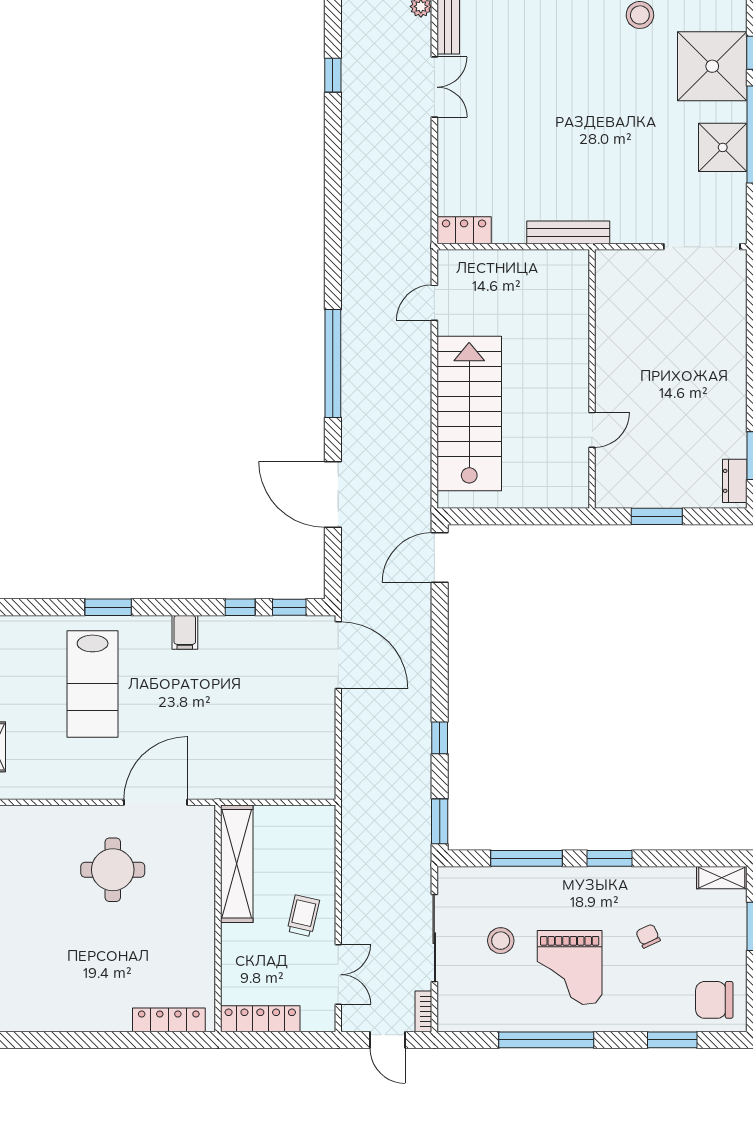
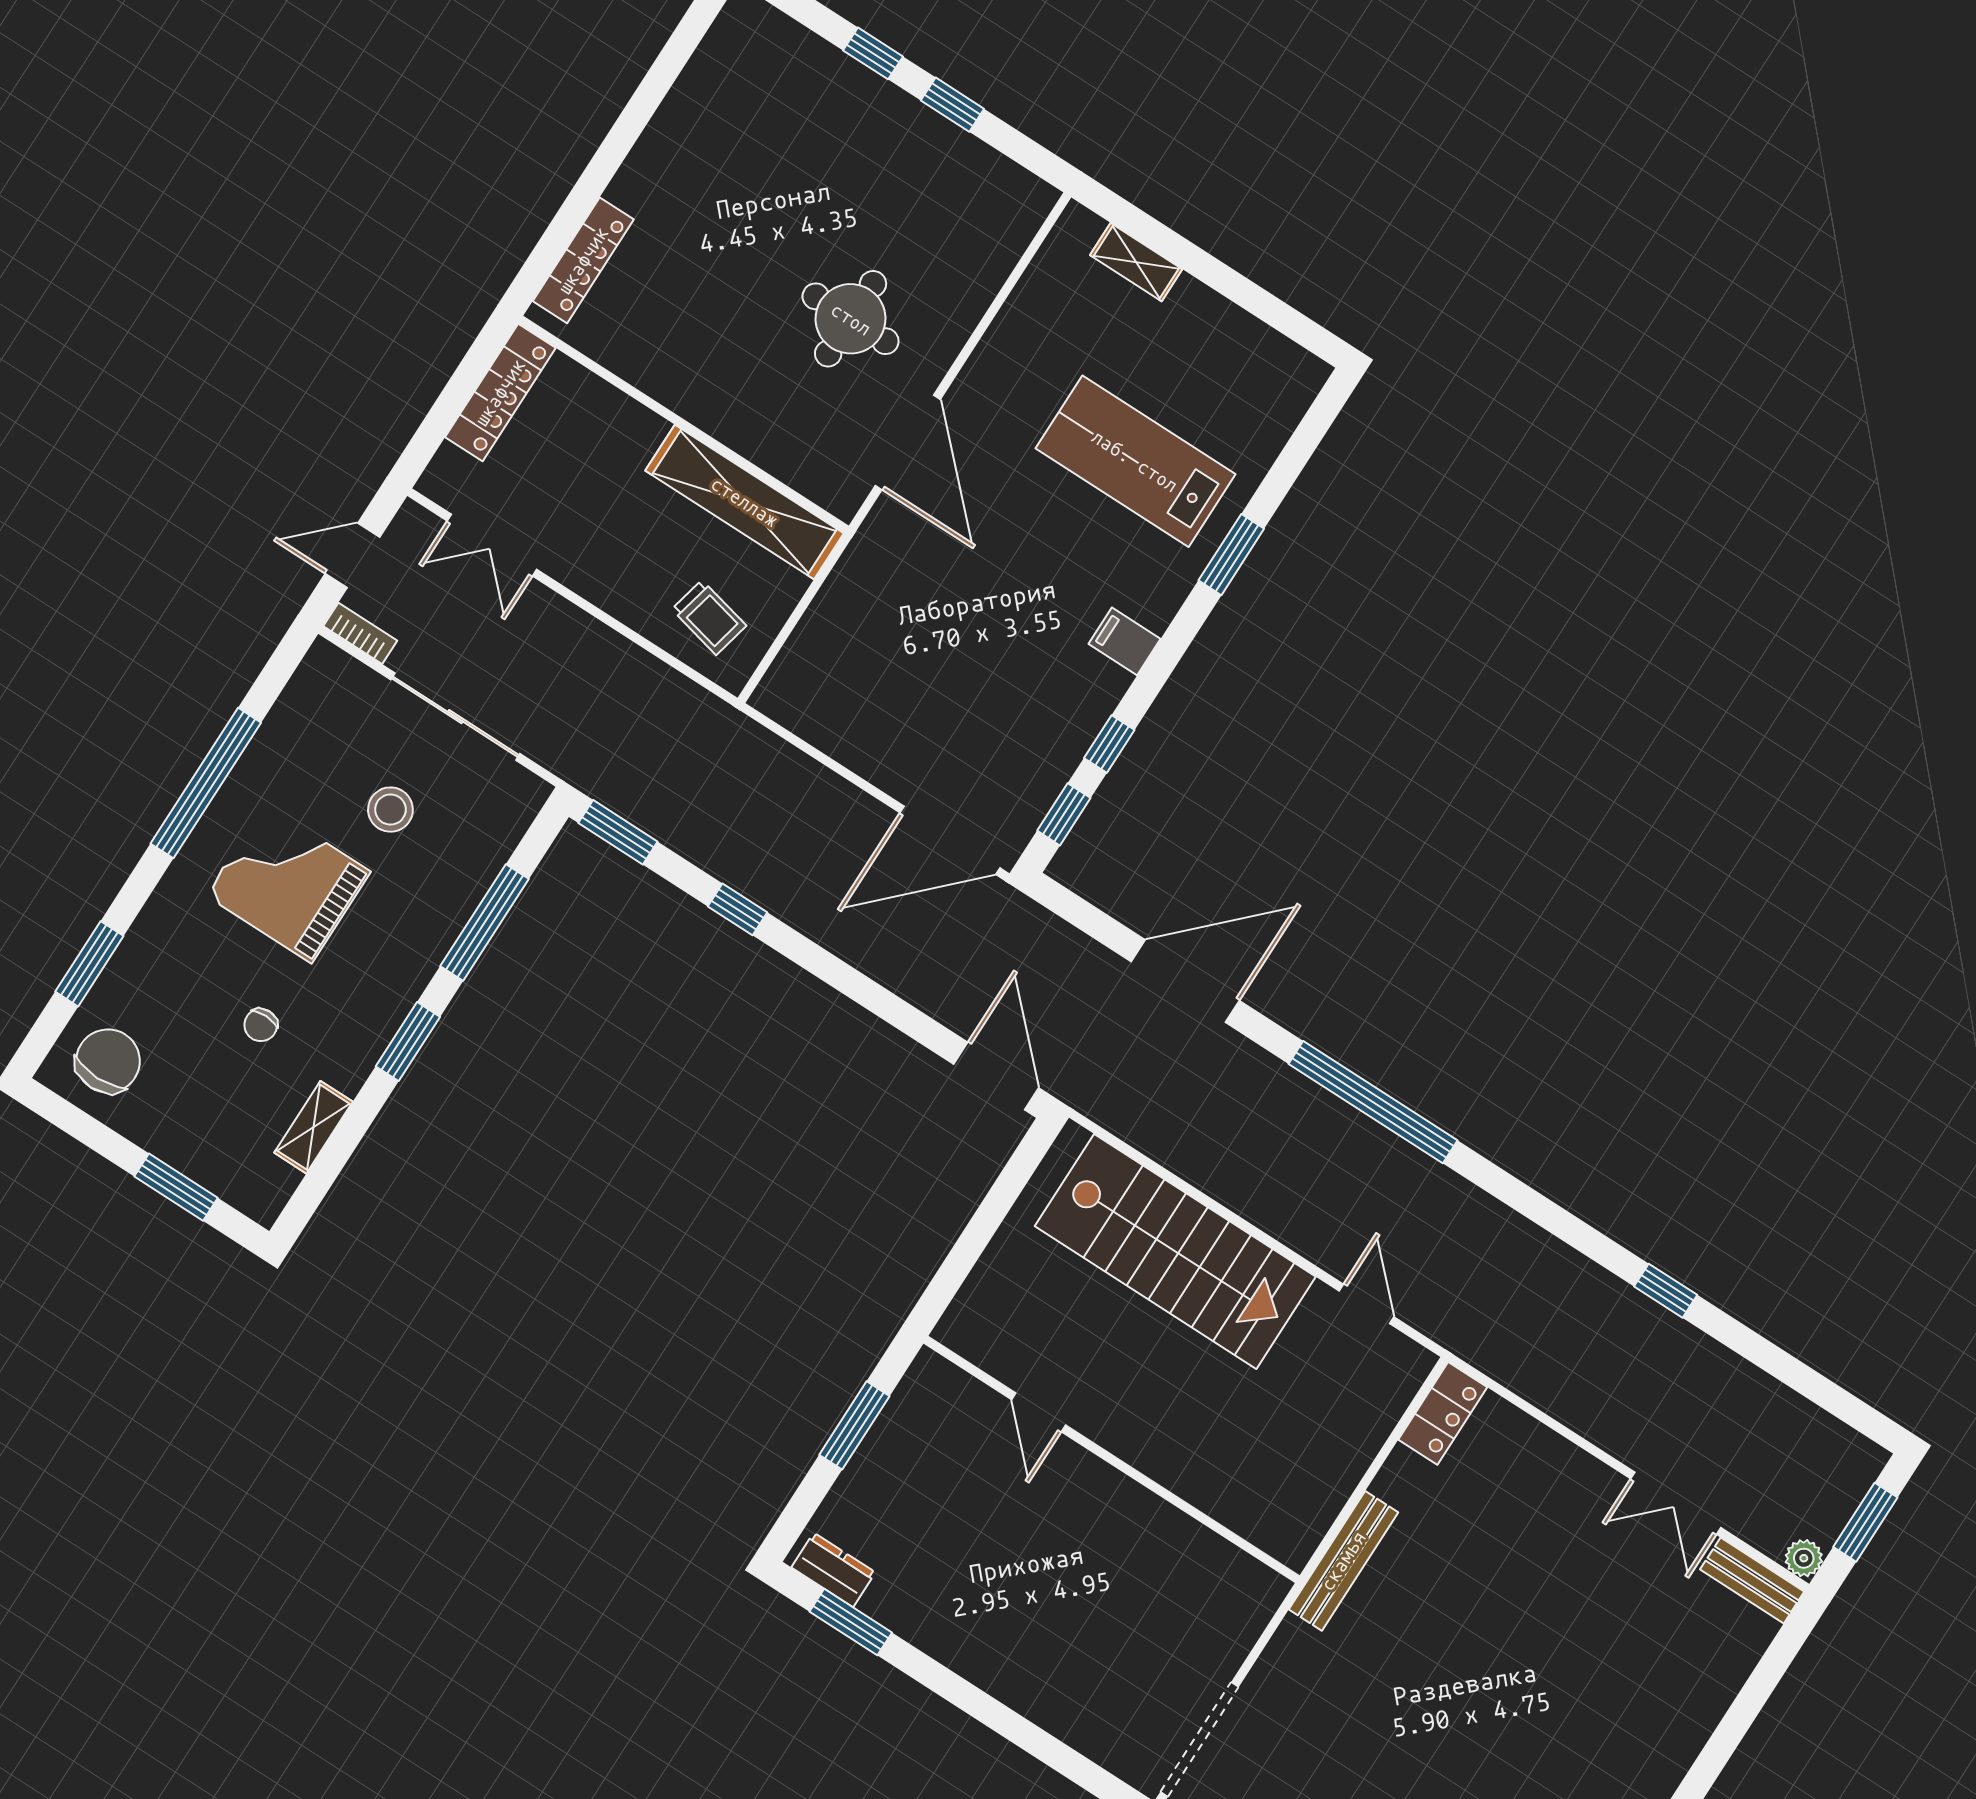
window: (333, 75) -> (1666, 1291), moved
shelving: (722, 878) -> (313, 1127), moved
trolley: (303, 916) -> (709, 618), moved
chair: (648, 936) -> (261, 1025), turned 115

